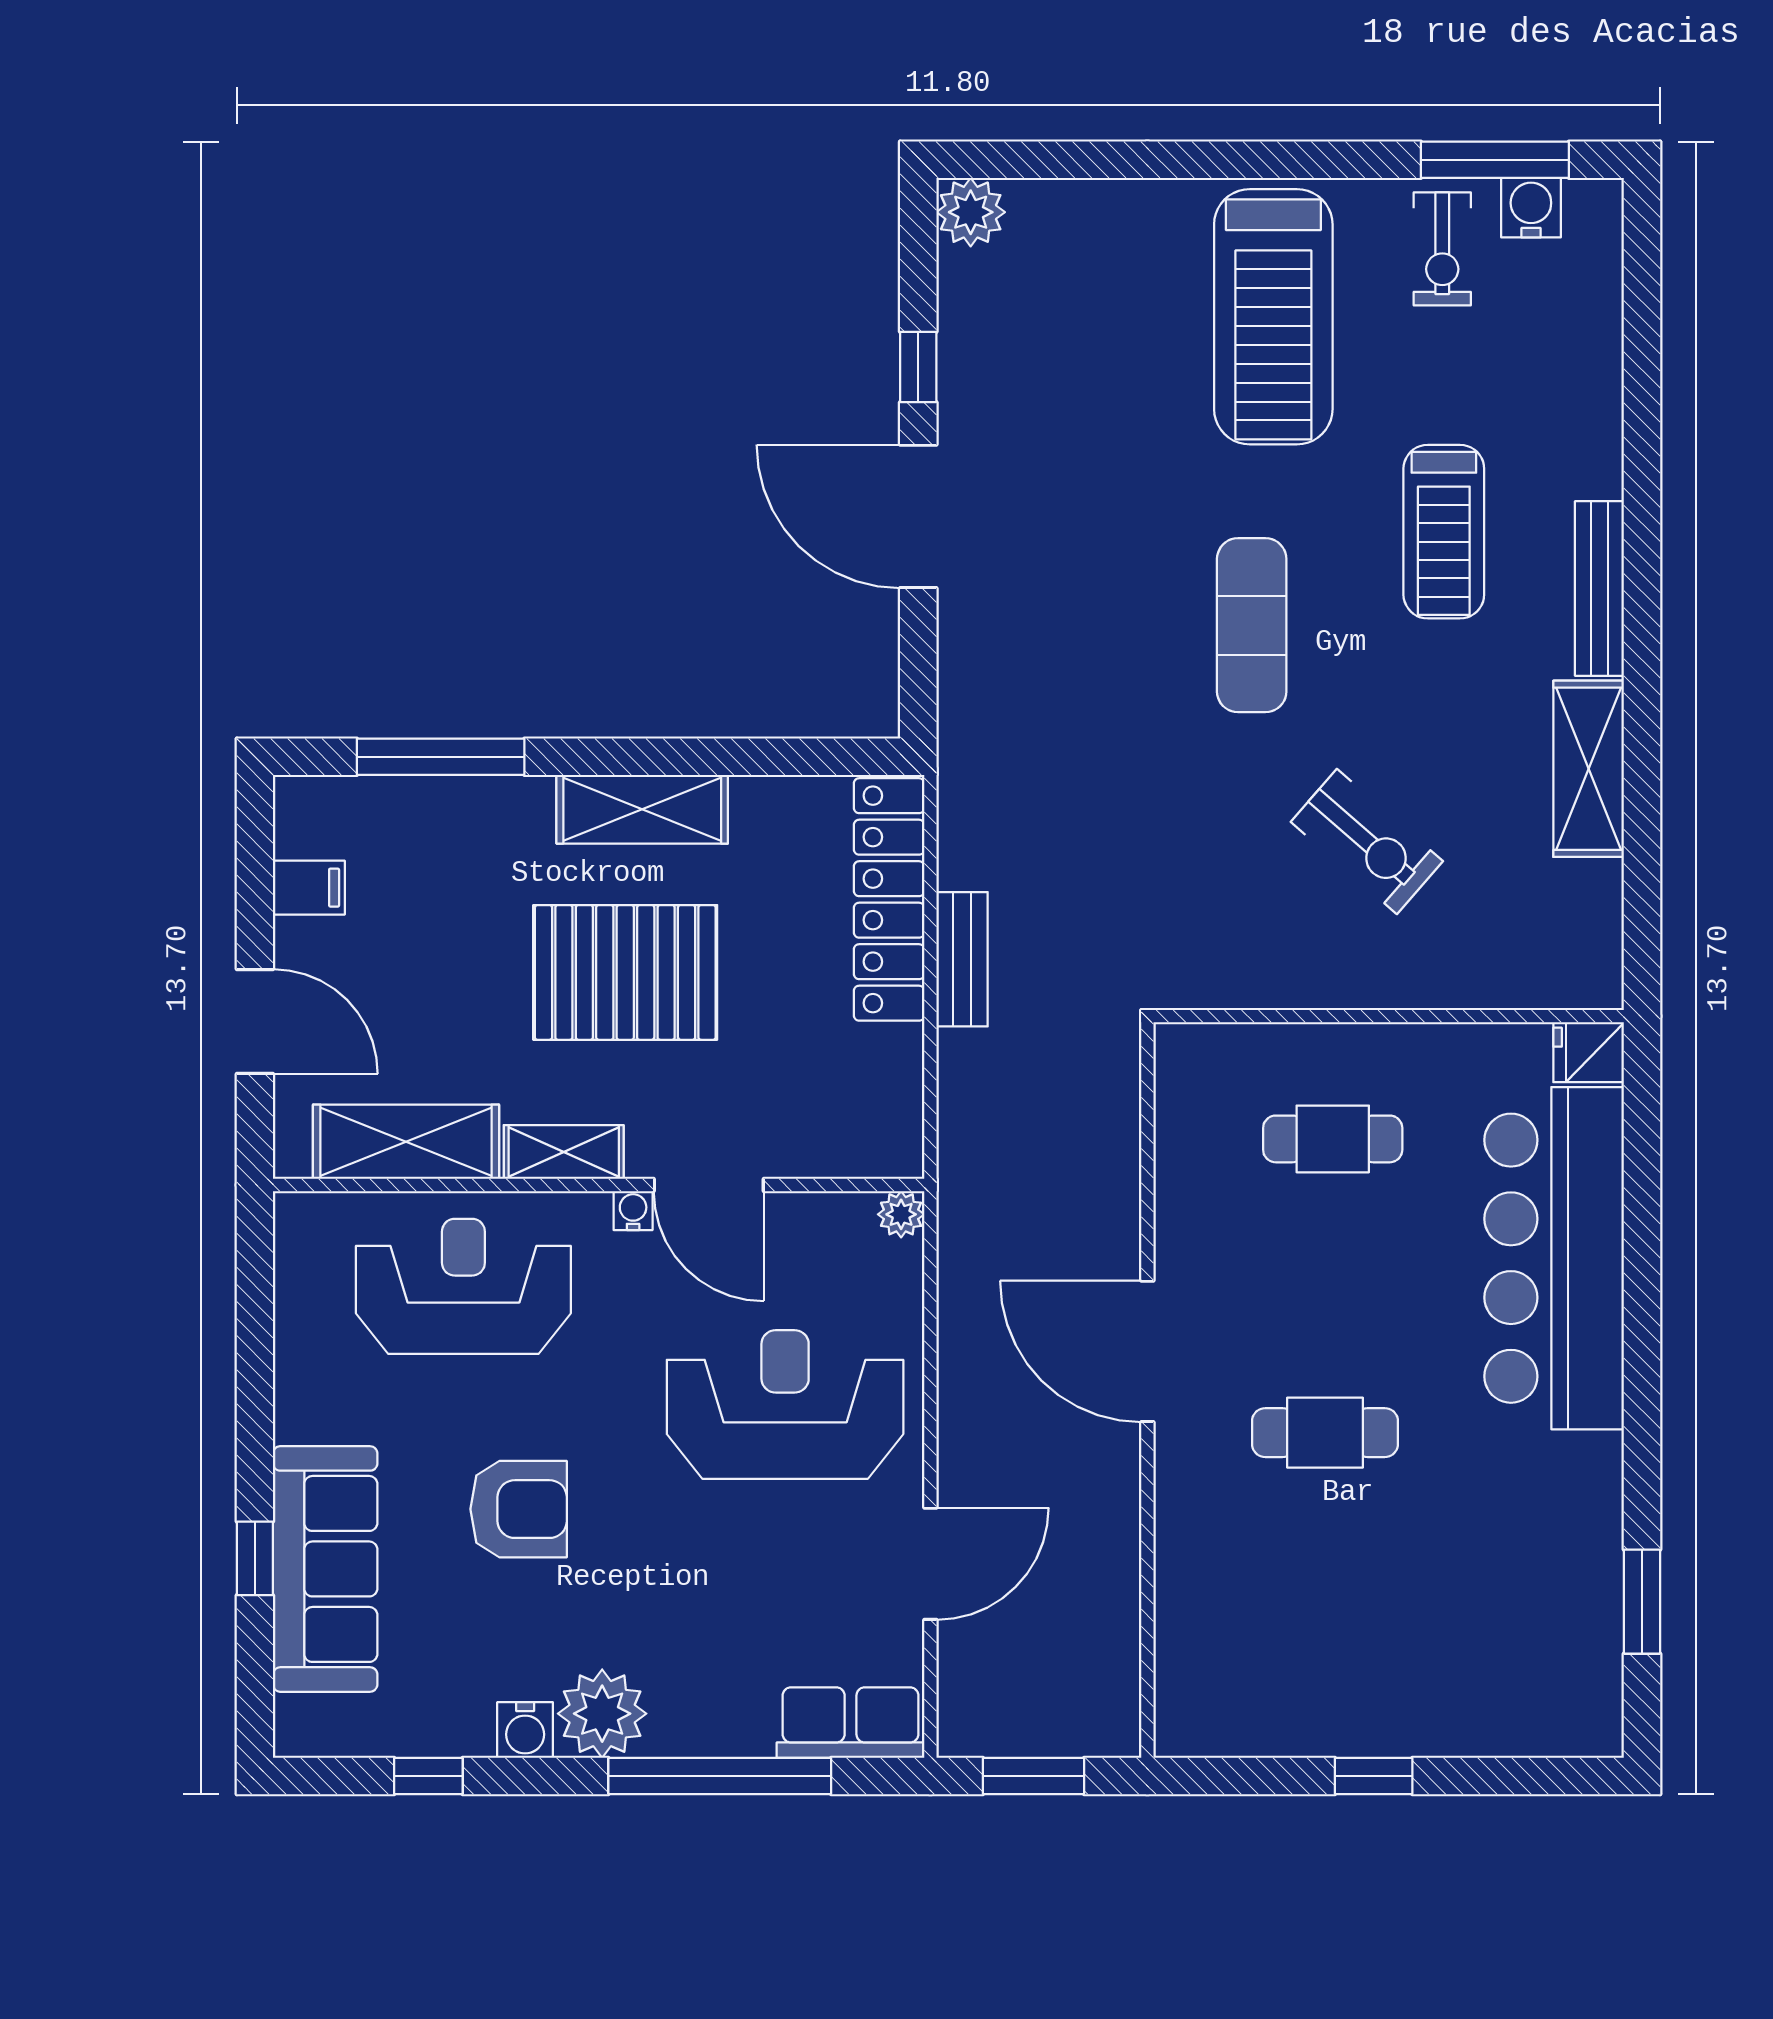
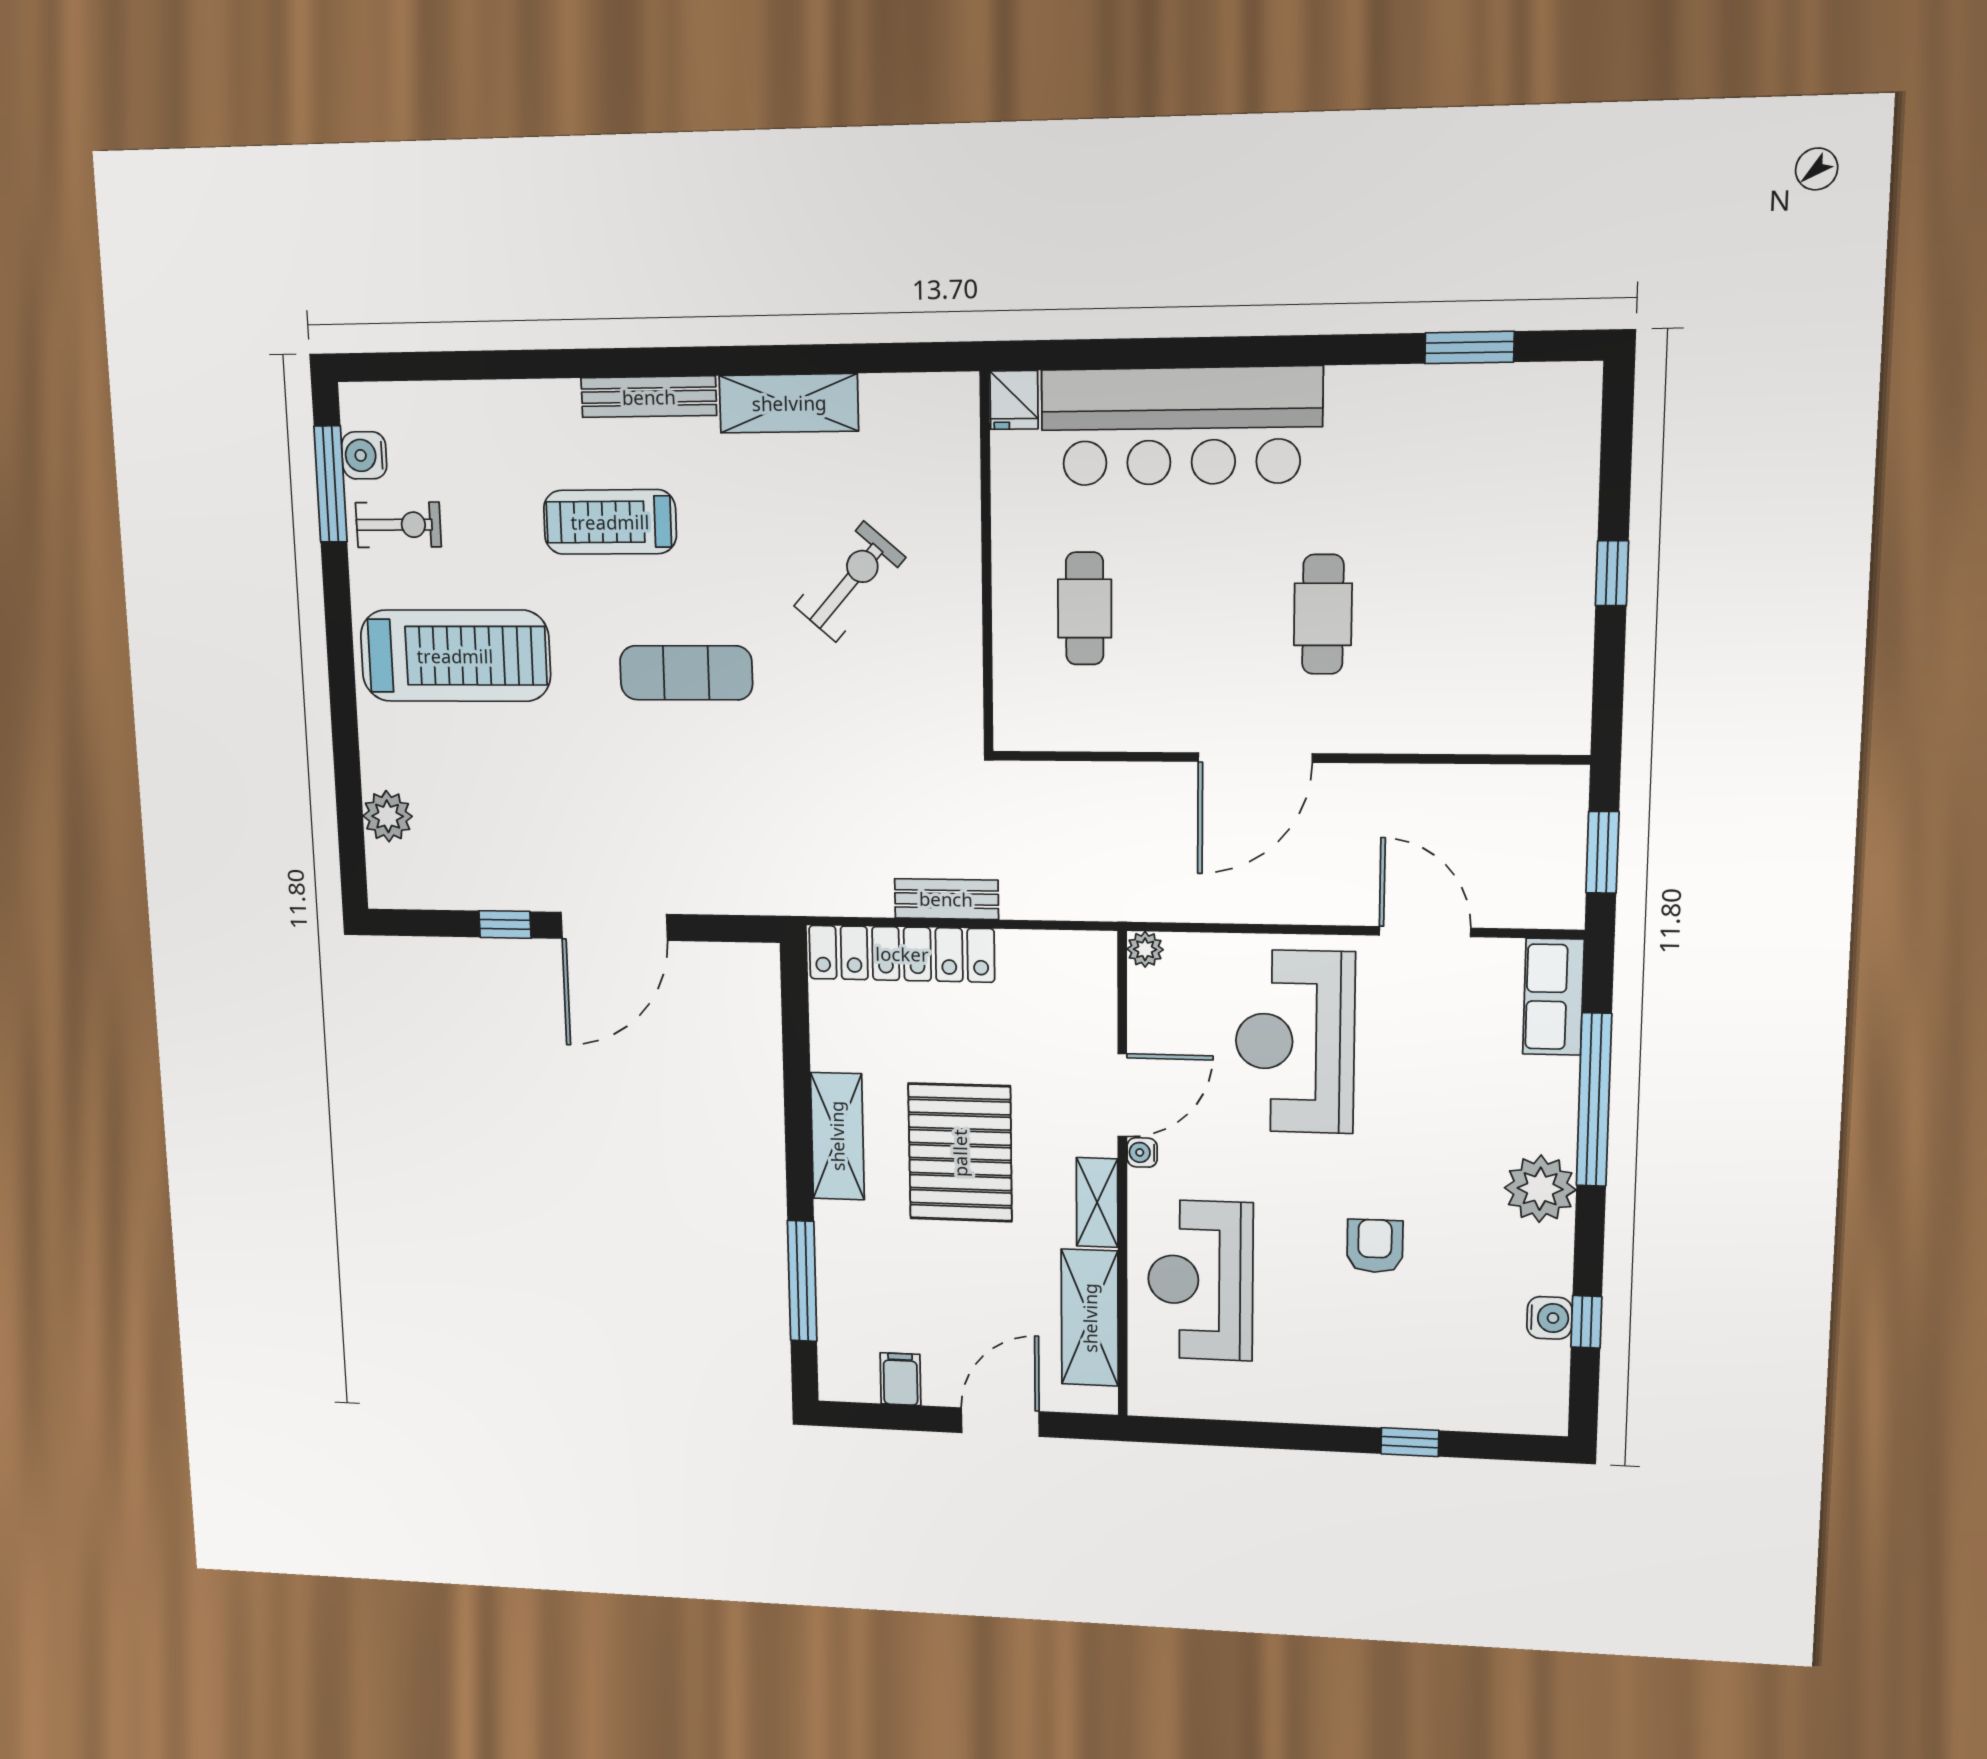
plant: (971, 212) -> (388, 816), moved
treadmill: (1444, 532) -> (610, 522), turned 180
armchair: (519, 1509) -> (1375, 1246), width x0.72, depth x0.72
sofa: (325, 1569) -> (1419, 1391), removed
water cooler: (525, 1730) -> (1549, 1318), moved

